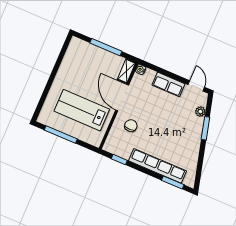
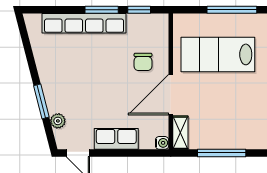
door: (122, 98) -> (171, 95), swing flipped
lab bench: (82, 110) -> (218, 54), turned 180
window: (173, 183) -> (102, 10), moved

